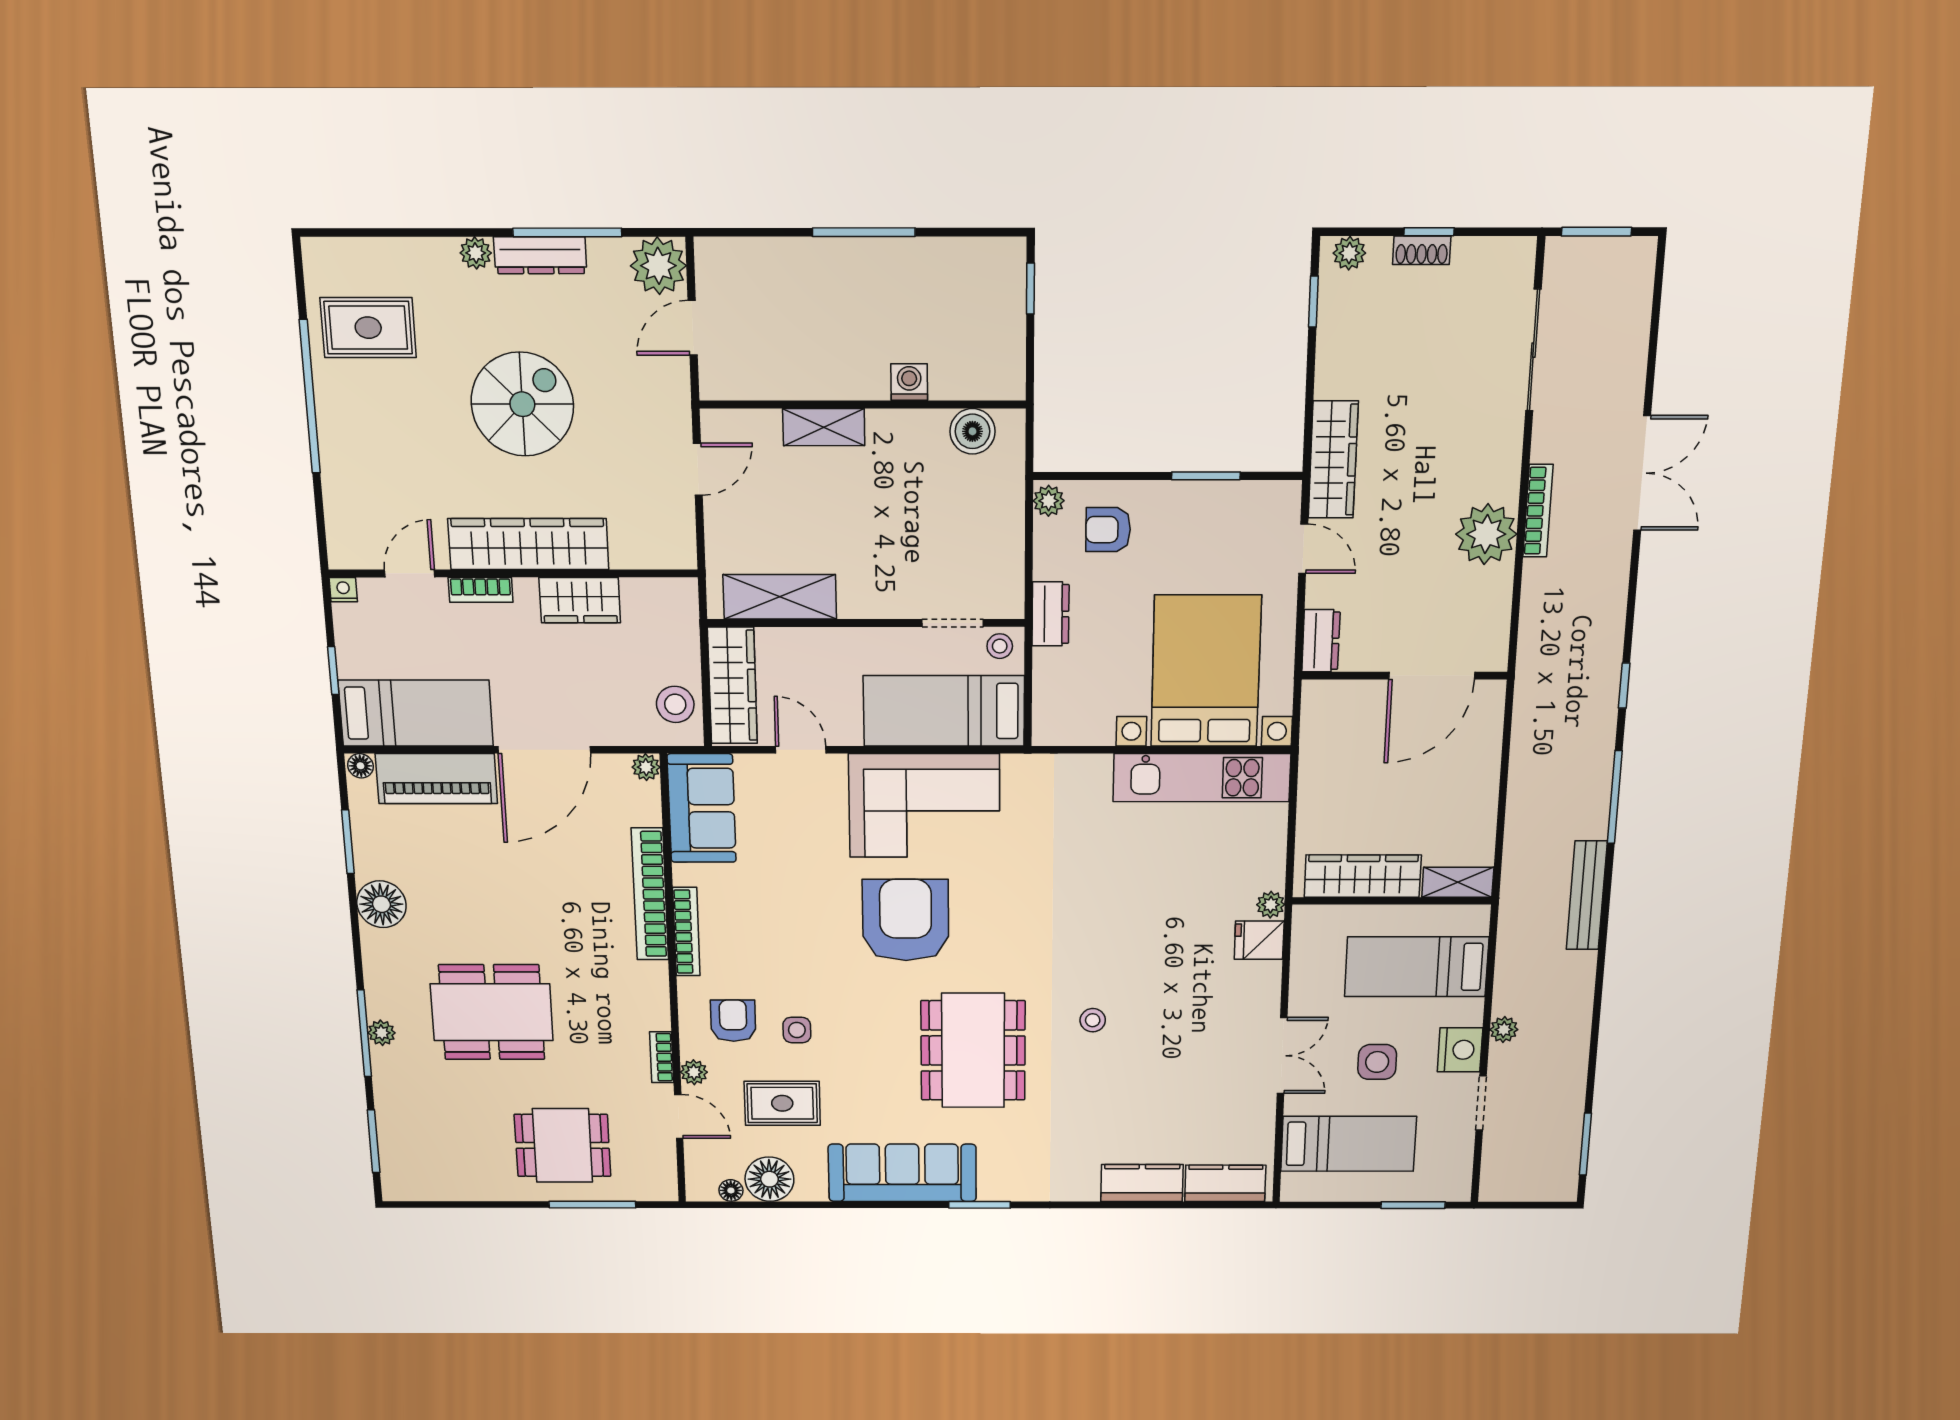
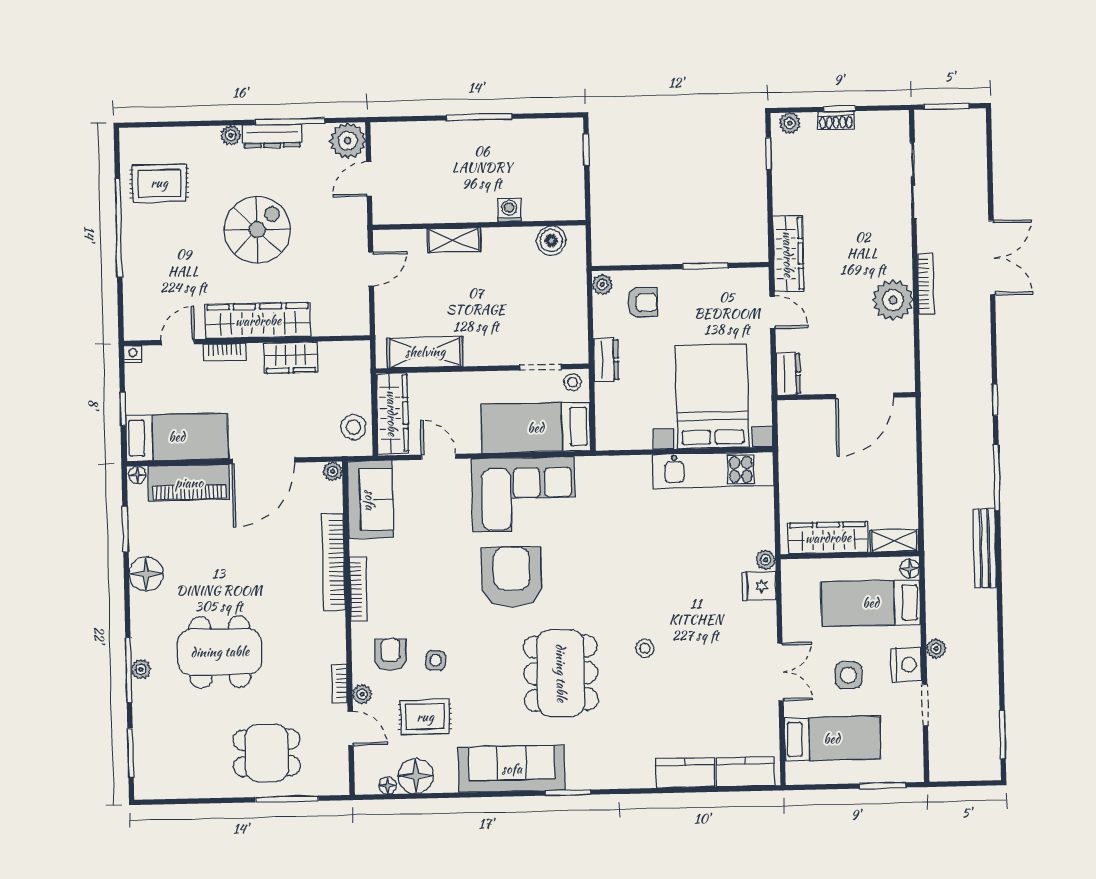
armchair: (1108, 530) -> (642, 303), turned 180
floor lamp: (1476, 921) -> (910, 568), added

